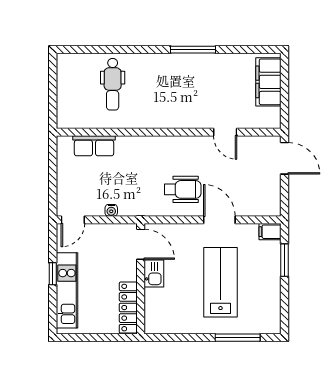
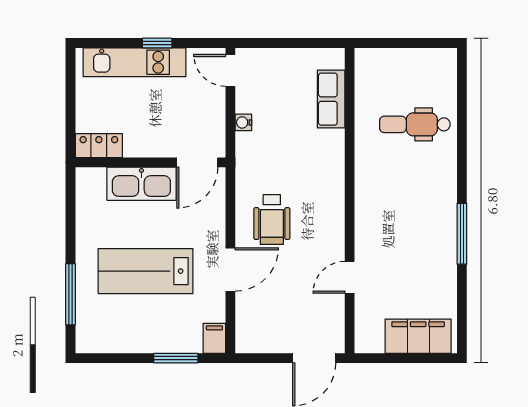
kitchen sink: (154, 273) -> (141, 184), width x1.88, depth x1.24
lab bench: (221, 282) -> (146, 271), turned 180
locker: (128, 308) -> (99, 146), width x0.66

